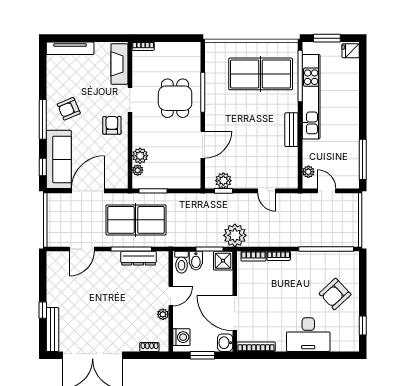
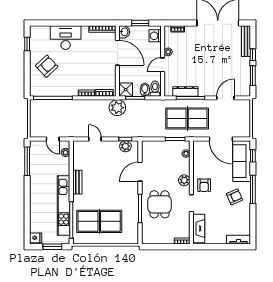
tv unit: (70, 48) -> (238, 240), width x0.71
plant: (140, 156) -> (184, 180), moved
door: (88, 191) -> (221, 139), hinge flipped
window: (43, 281) -> (253, 76), added

